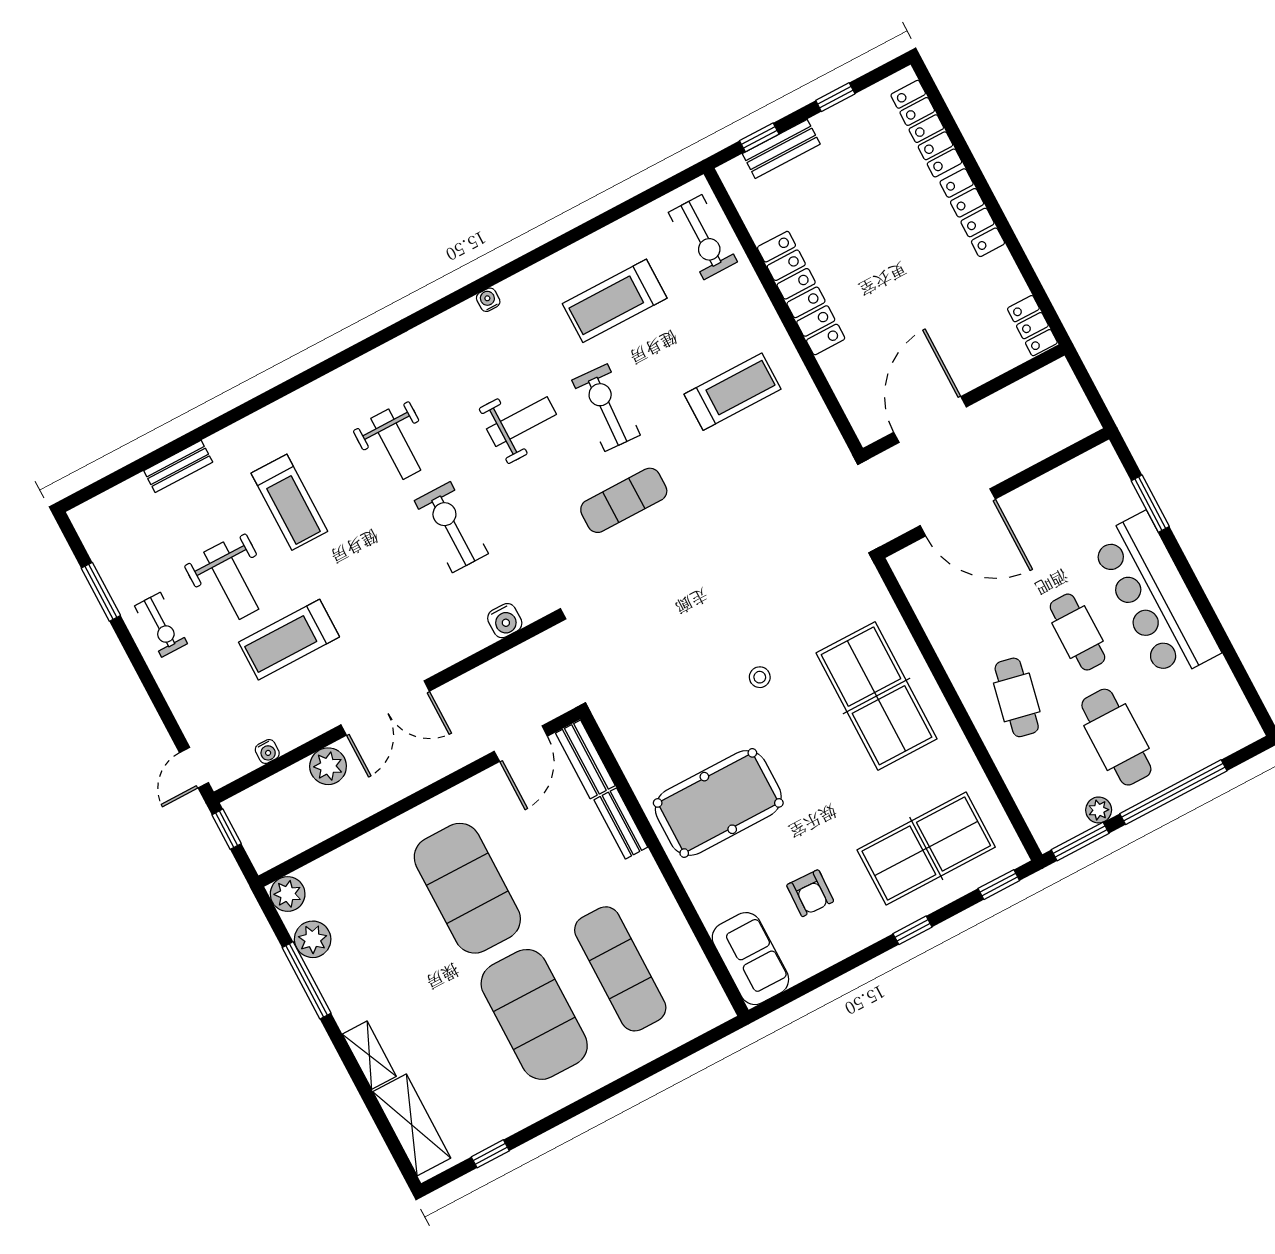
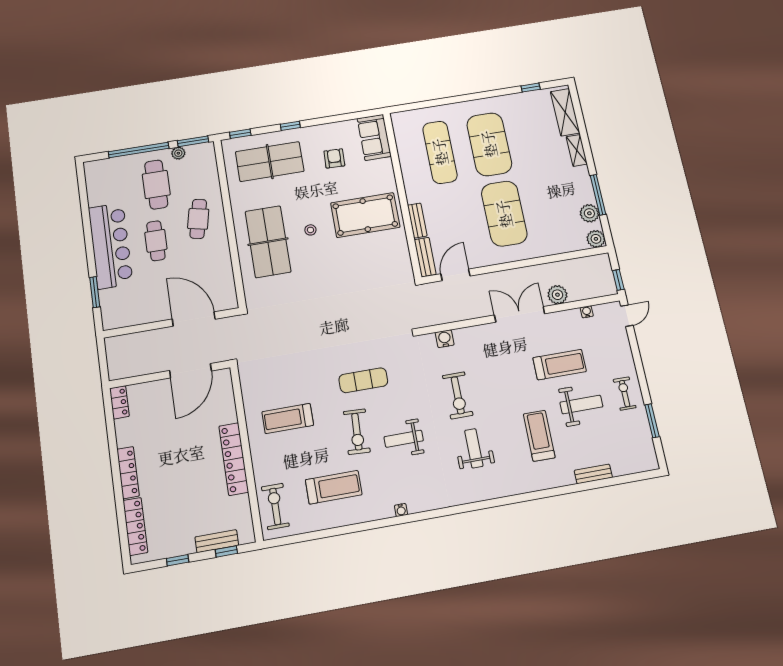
weight bench: (231, 581) -> (581, 405), turned 90
stool: (760, 677) -> (310, 230), moved

